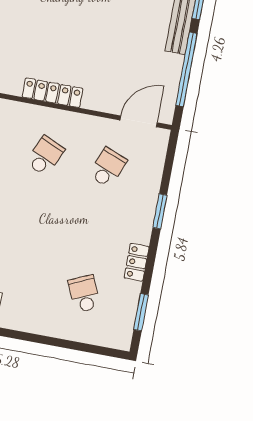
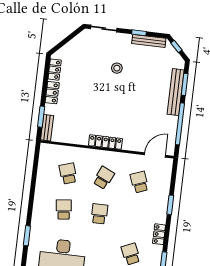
school desk: (108, 168) -> (139, 182), turned -42
school desk: (33, 219) -> (99, 214), added

